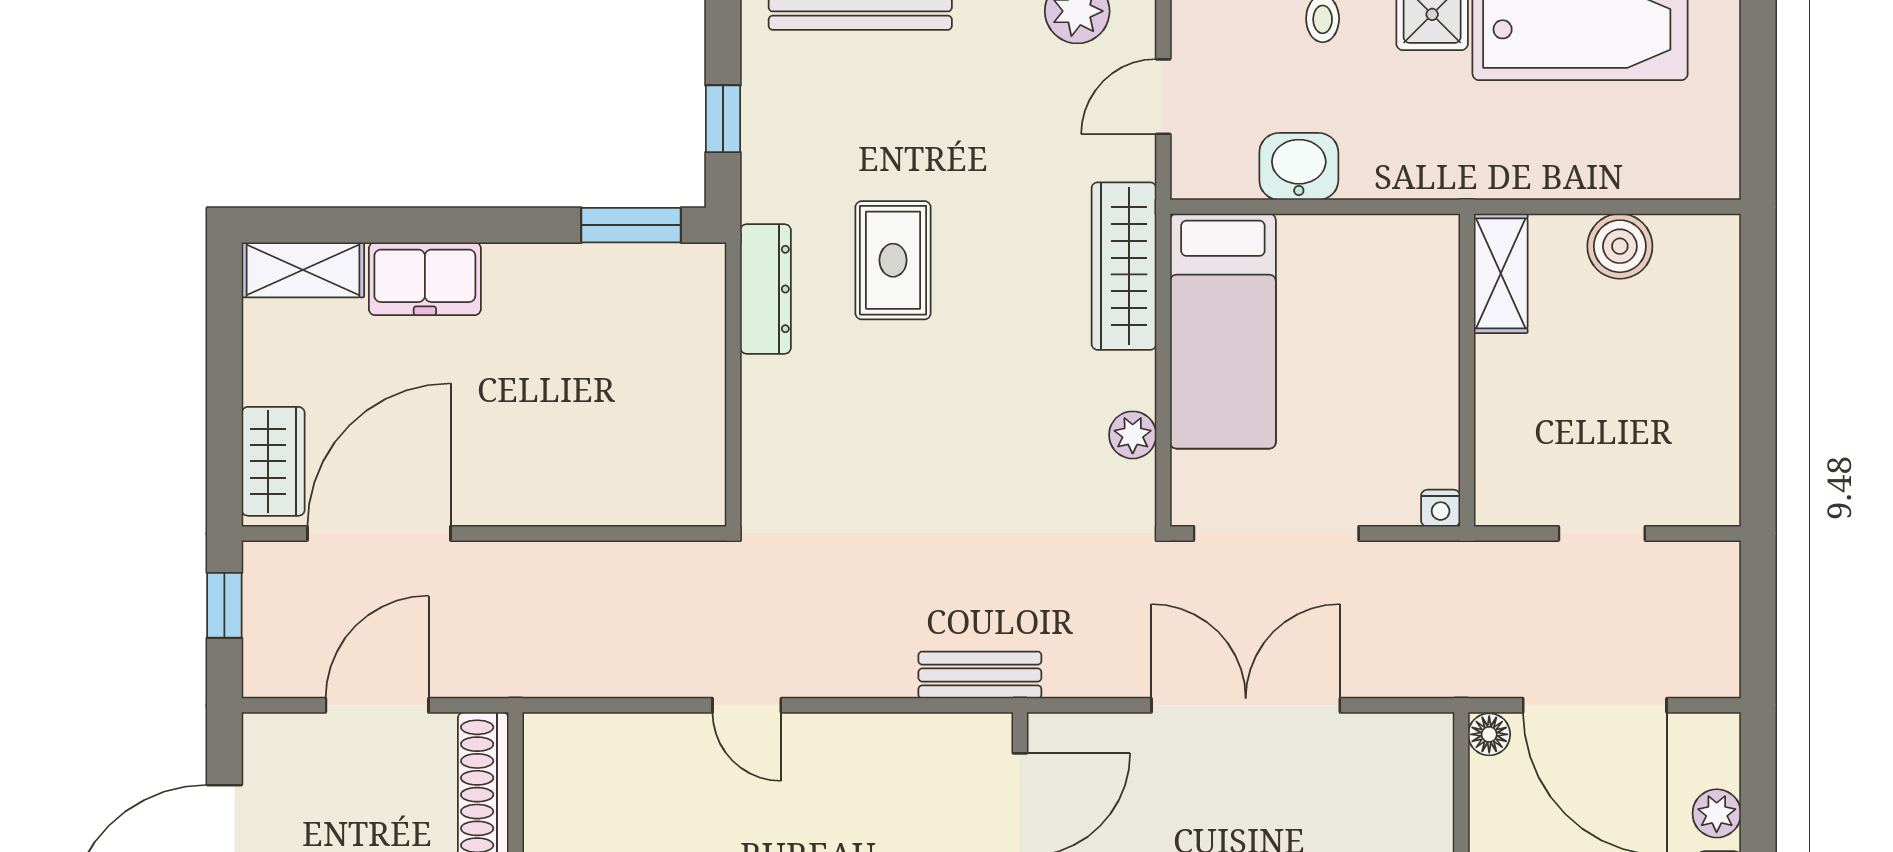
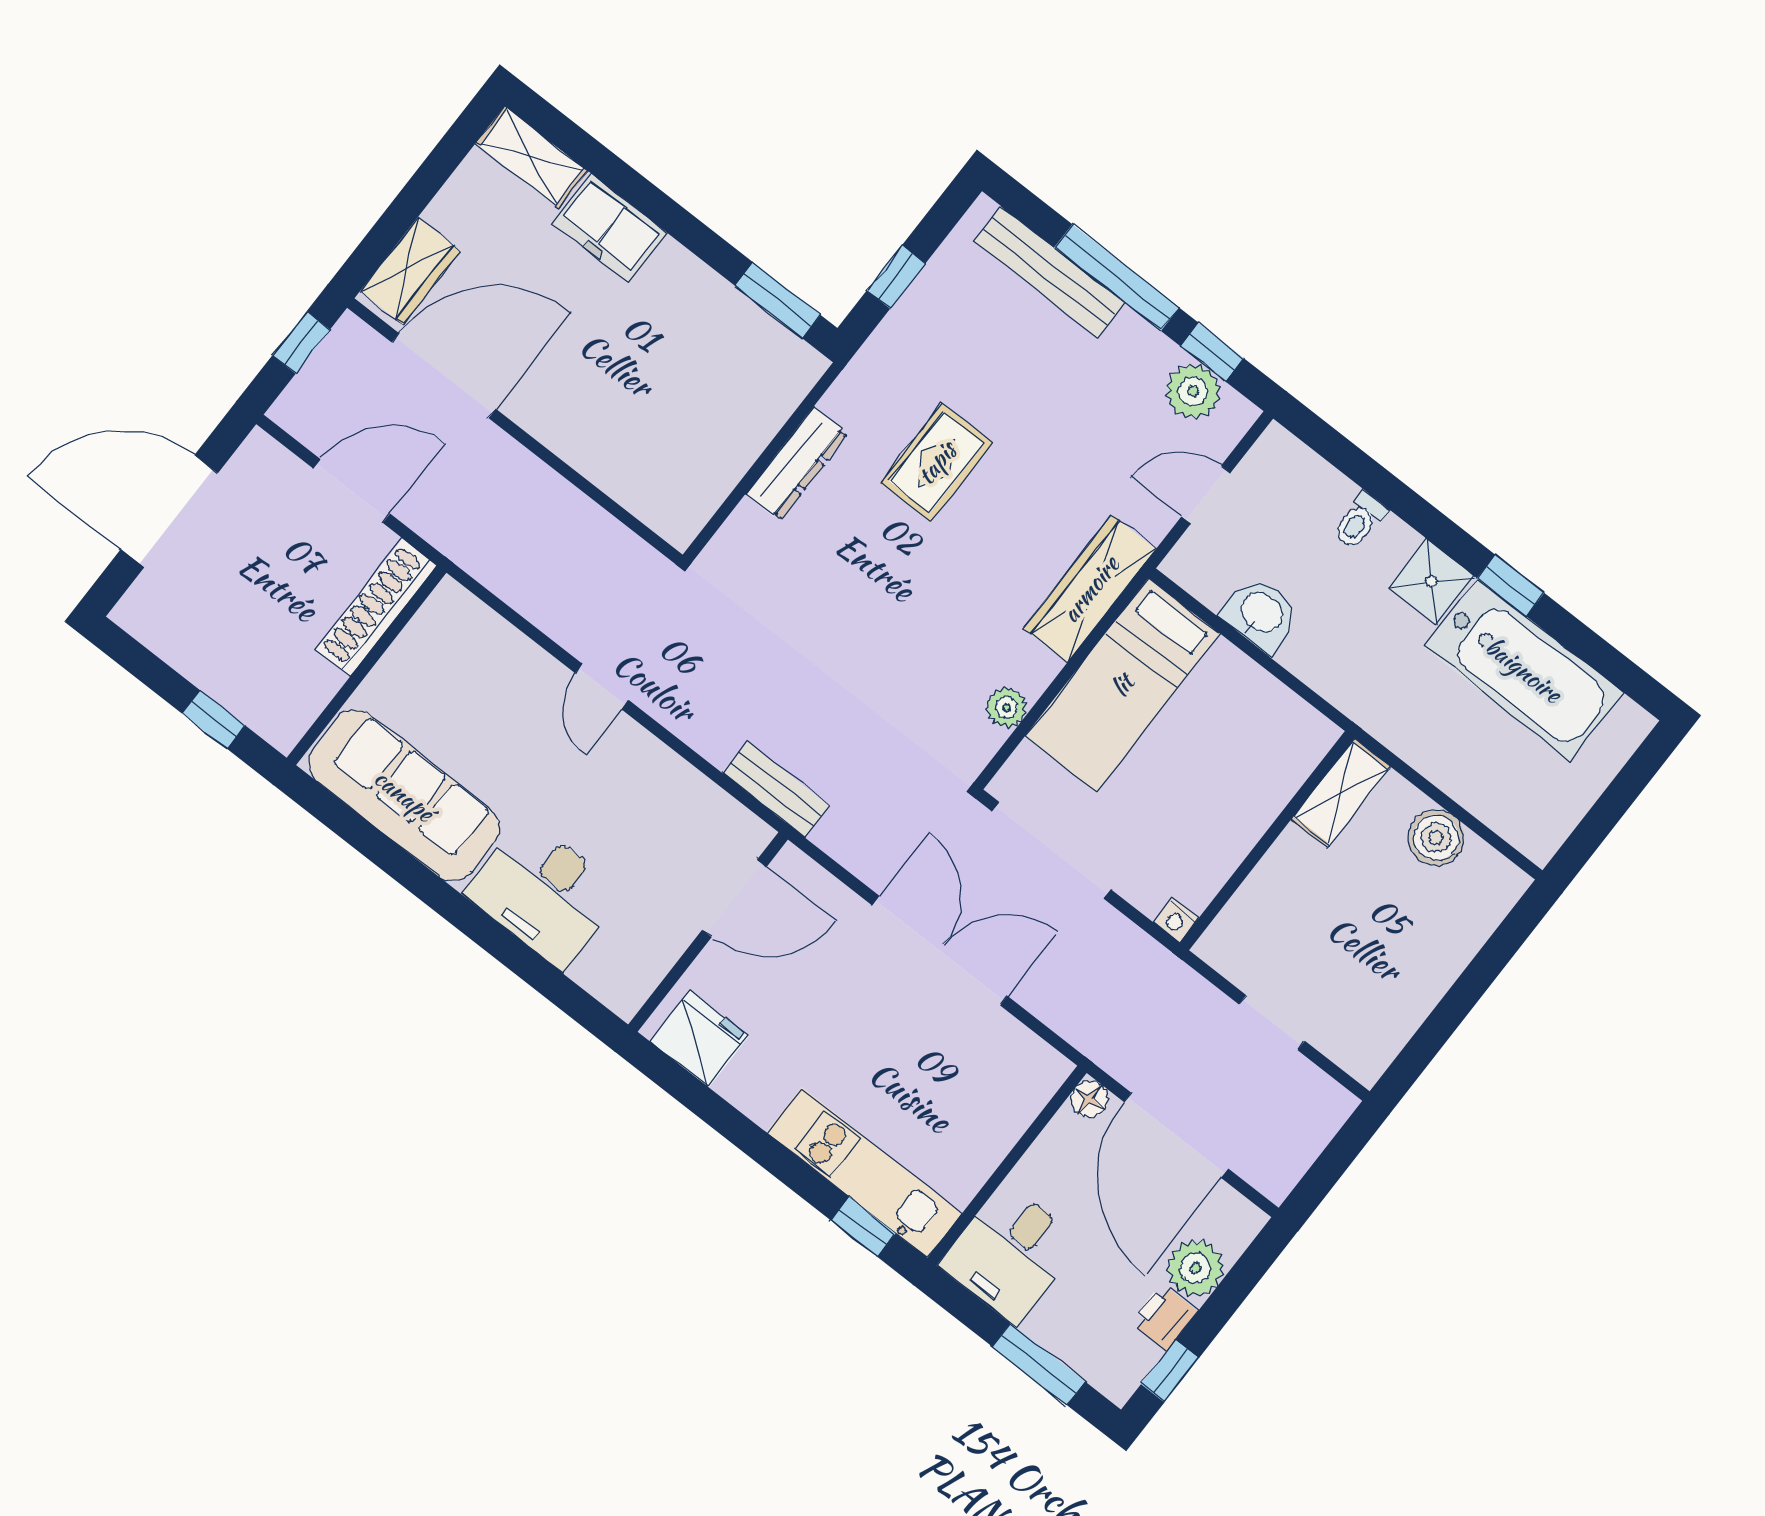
dresser: (766, 289) -> (797, 464), moved
plant: (1717, 813) -> (1195, 1268), width x1.38, depth x1.38

